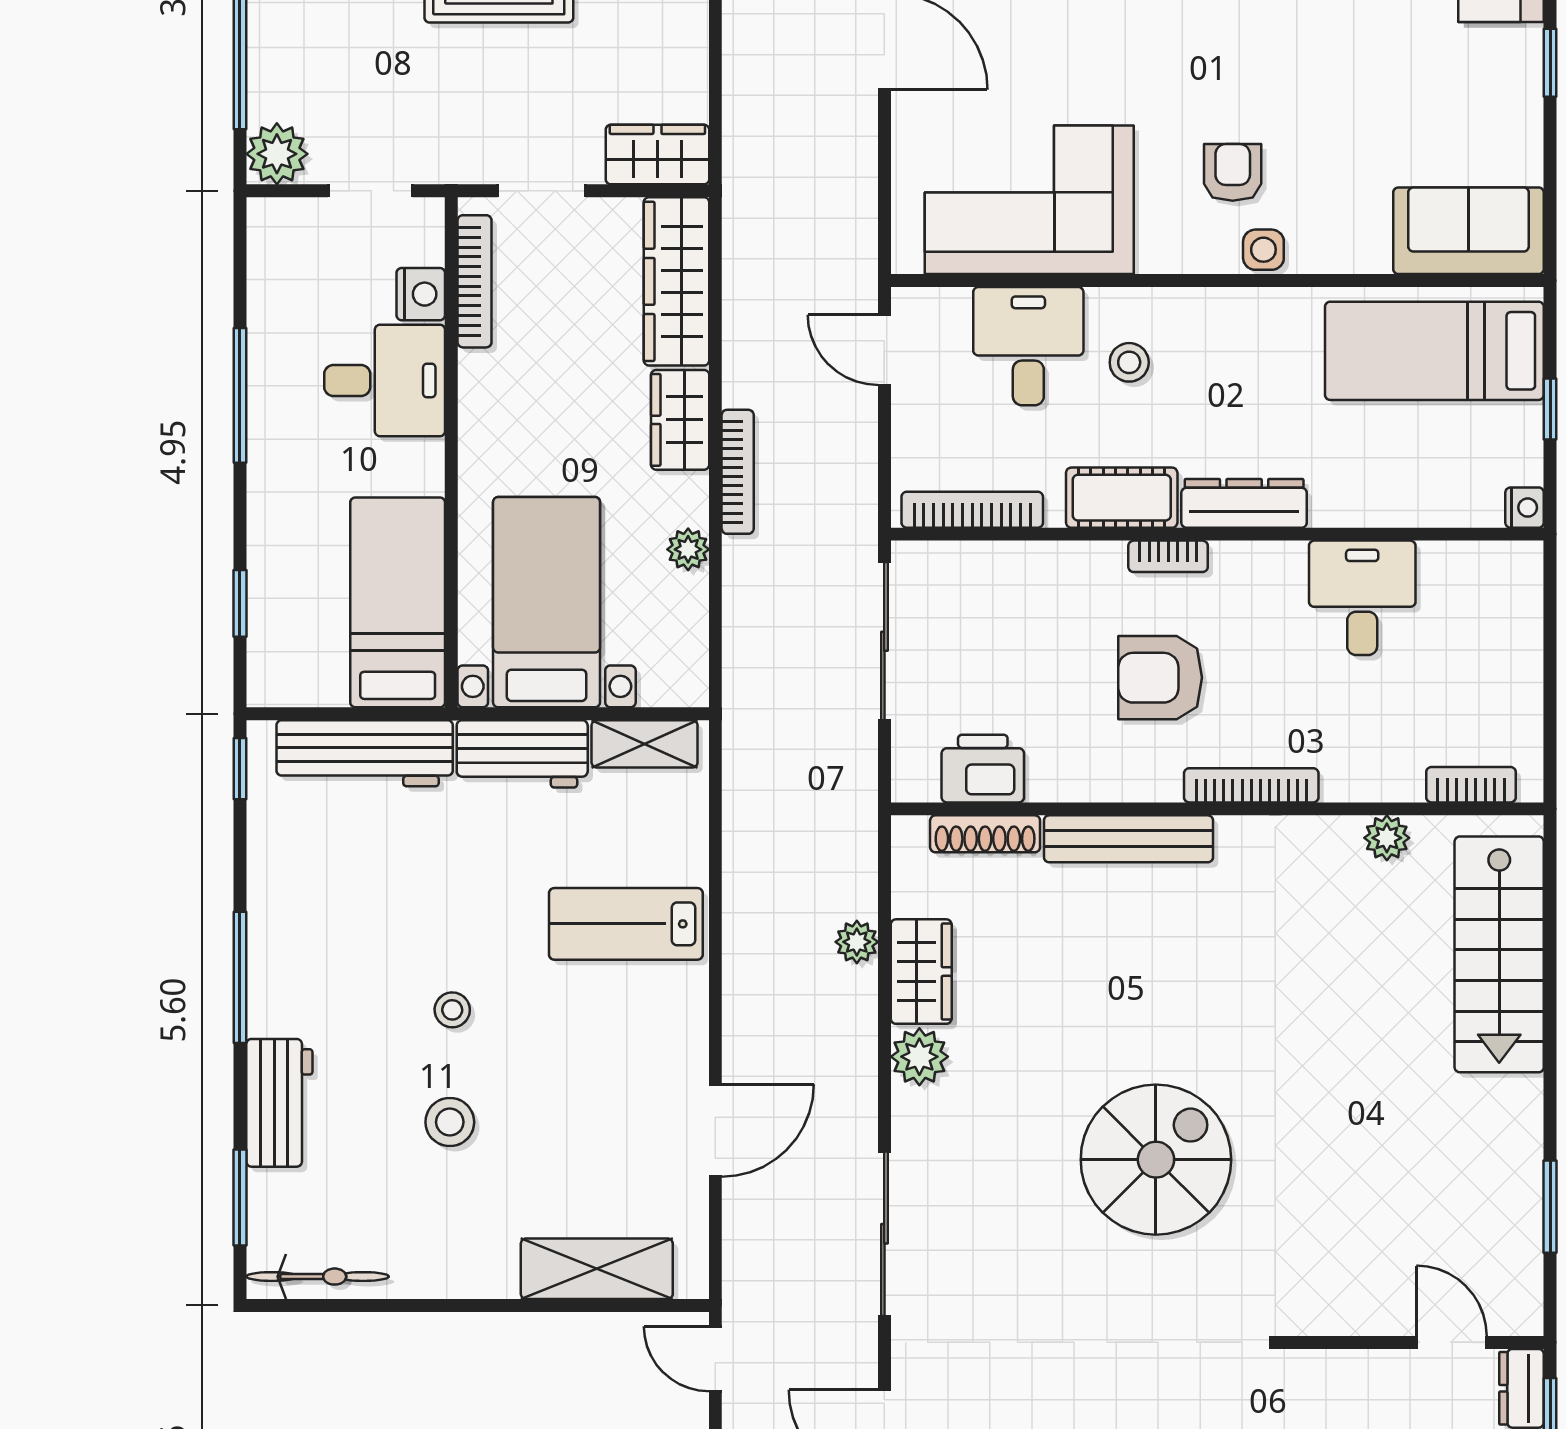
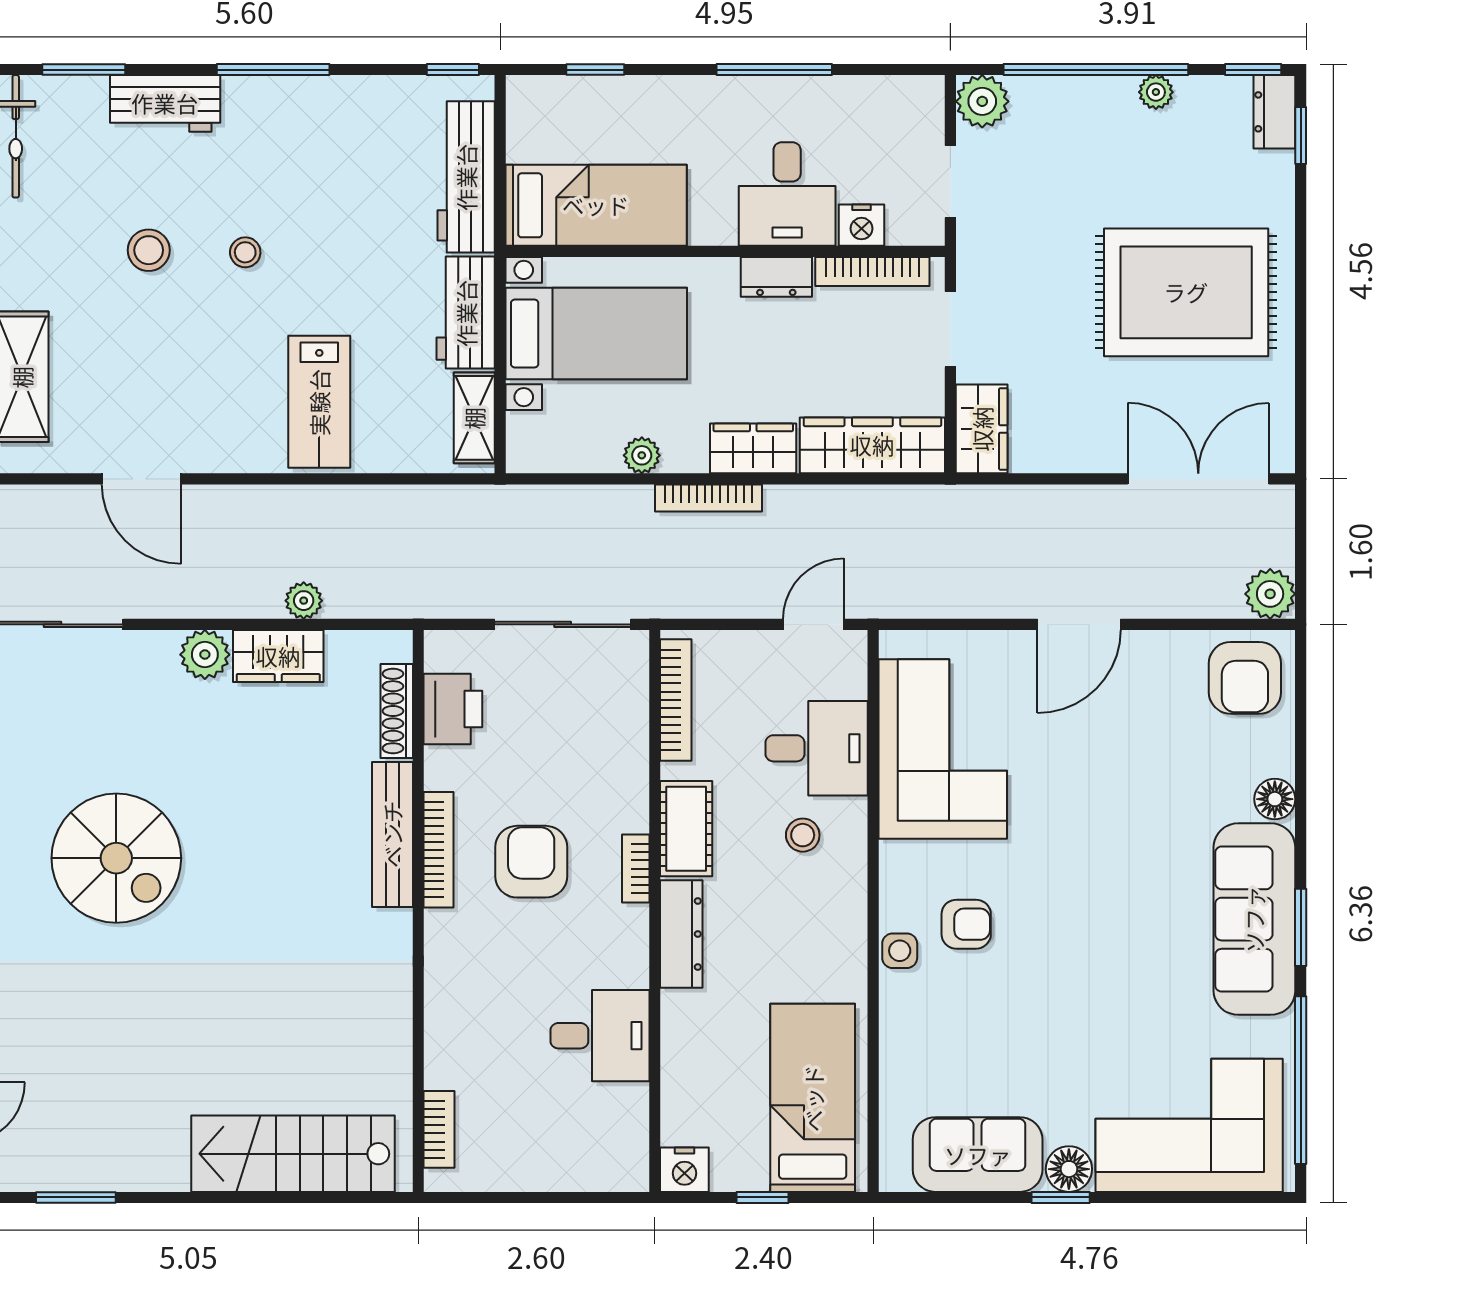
floor lamp: (1517, 53) -> (1069, 1169), added
sofa: (1469, 231) -> (978, 1155), moved, turned -90
dresser: (481, 393) -> (776, 277), added
nightstand: (1525, 508) -> (684, 1170), width x1.39, depth x1.35
bookcase: (1251, 785) -> (439, 850), moved
plant: (1387, 838) -> (393, 1057), removed
lab bench: (626, 924) -> (319, 402), turned 180

